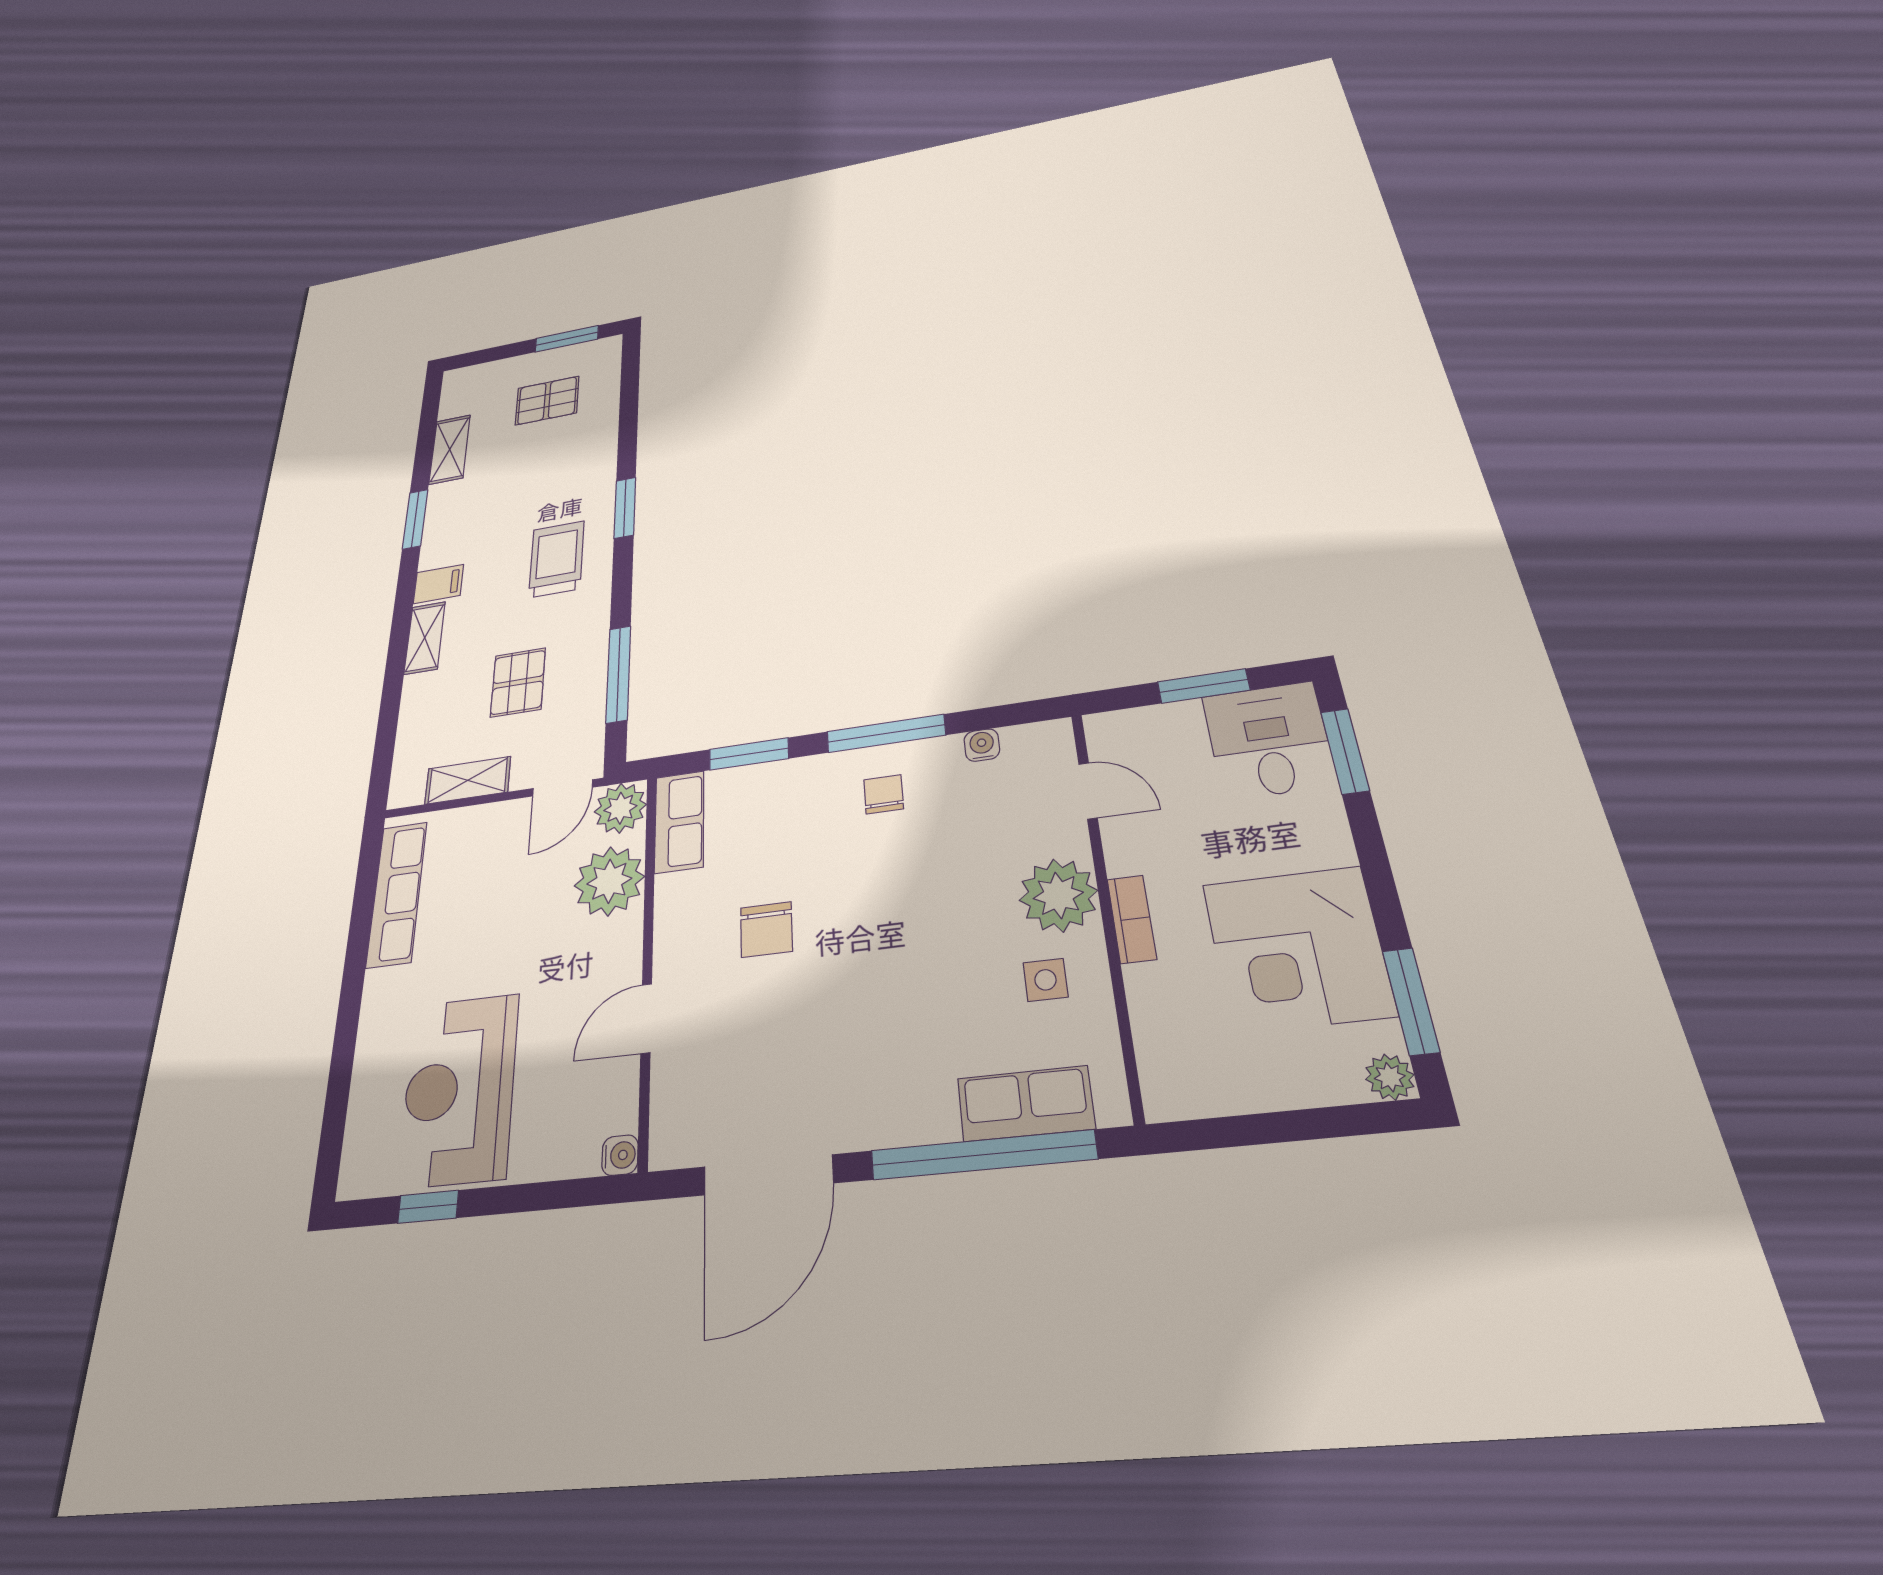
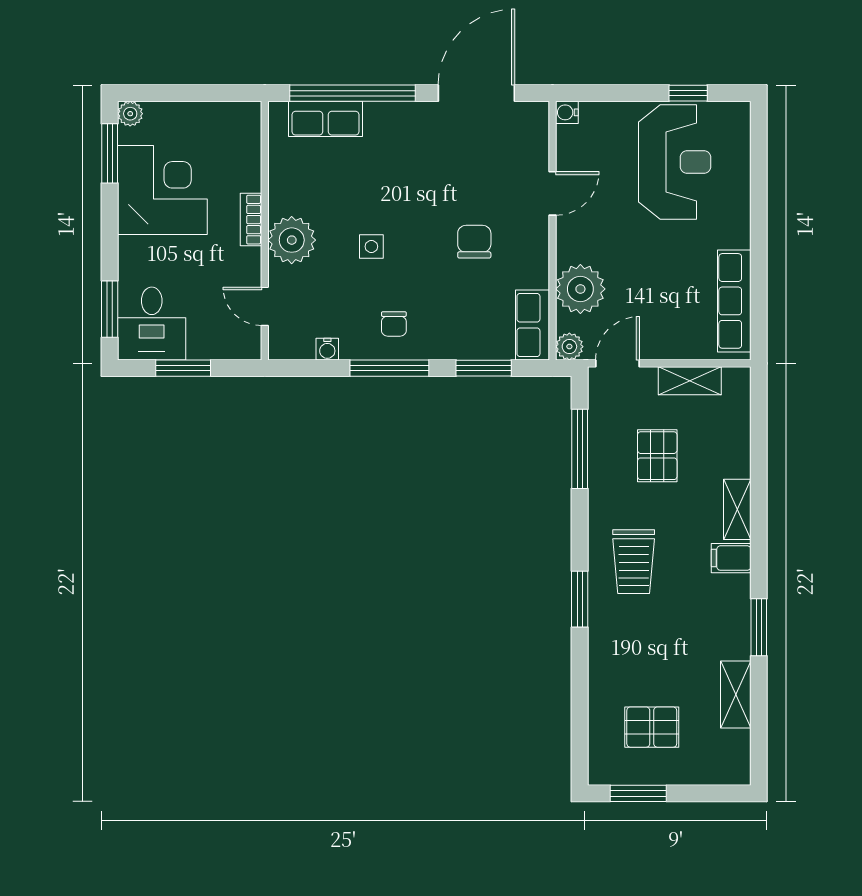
plant: (620, 808) -> (569, 347), width x0.73, depth x0.73
side table: (1045, 980) -> (371, 246), moved

